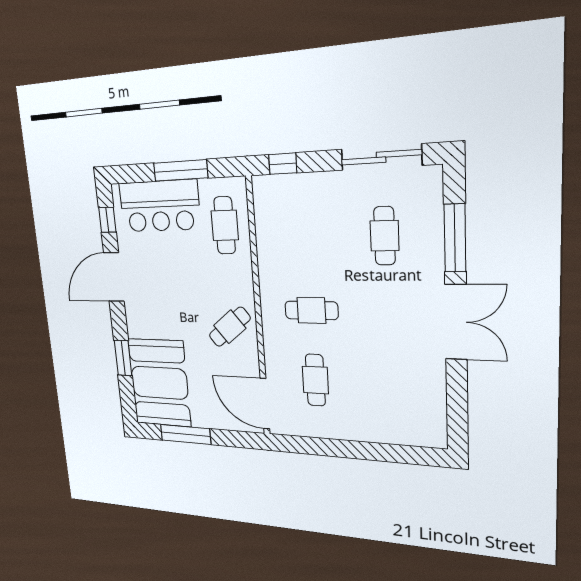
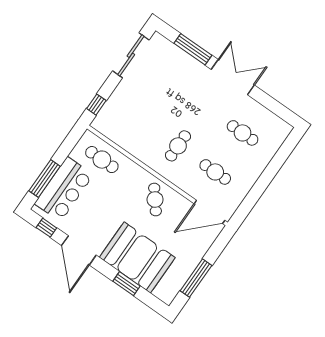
window: (181, 170) -> (45, 178), moved
cafe table: (385, 236) -> (243, 133), moved
booth: (159, 383) -> (137, 258), moved

